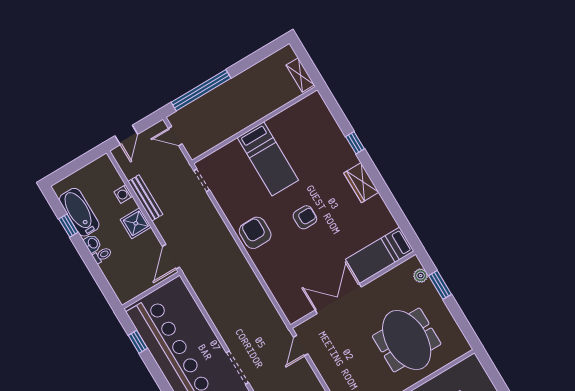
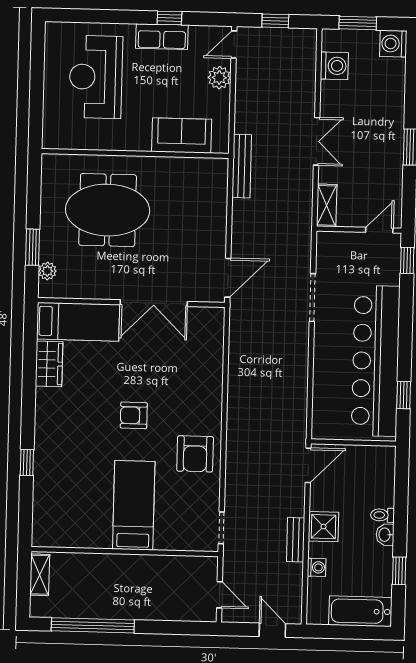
window: (201, 90) -> (93, 625), moved
door: (126, 135) -> (272, 630), hinge flipped
wardrobe: (361, 183) -> (49, 364), moved
bench: (145, 198) -> (296, 540), width x0.73
bathtub: (79, 212) -> (360, 611), moved, turned 90
armchair: (255, 233) -> (195, 454), moved
meeting table: (407, 340) -> (108, 210), turned 90
door: (301, 346) -> (228, 278), width x1.38

